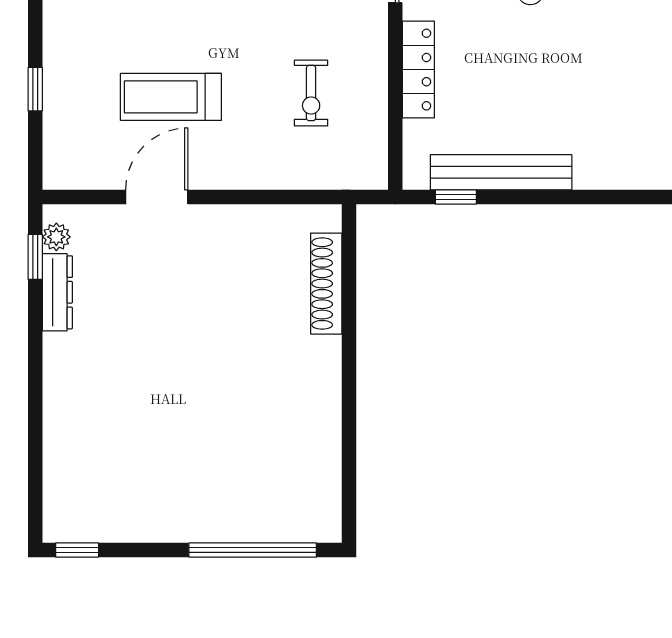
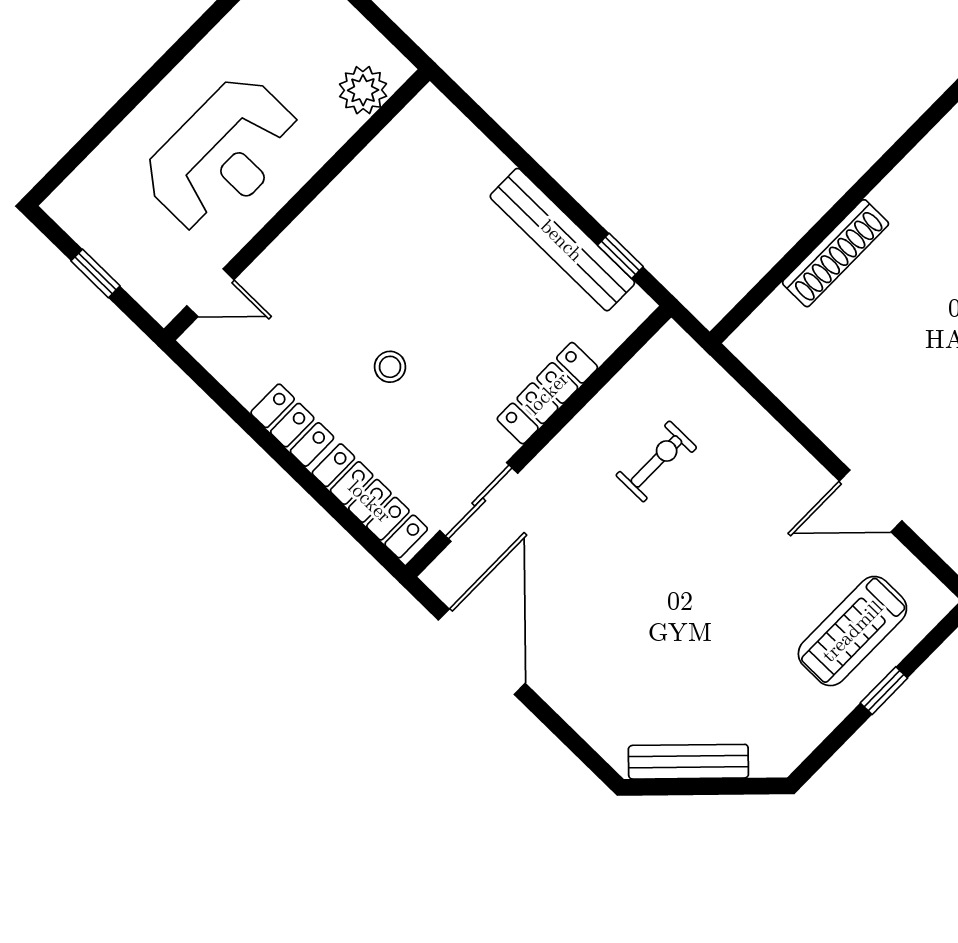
treadmill: (171, 97) -> (852, 631), moved, turned 90
shoe rack: (326, 284) -> (836, 253), moved

